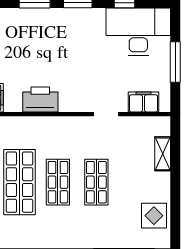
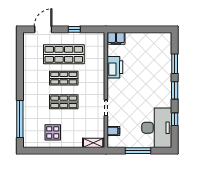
filing cabinet: (144, 102) -> (113, 131), width x0.50
shelving: (163, 154) -> (93, 143), moved
display table: (154, 216) -> (53, 132), moved

